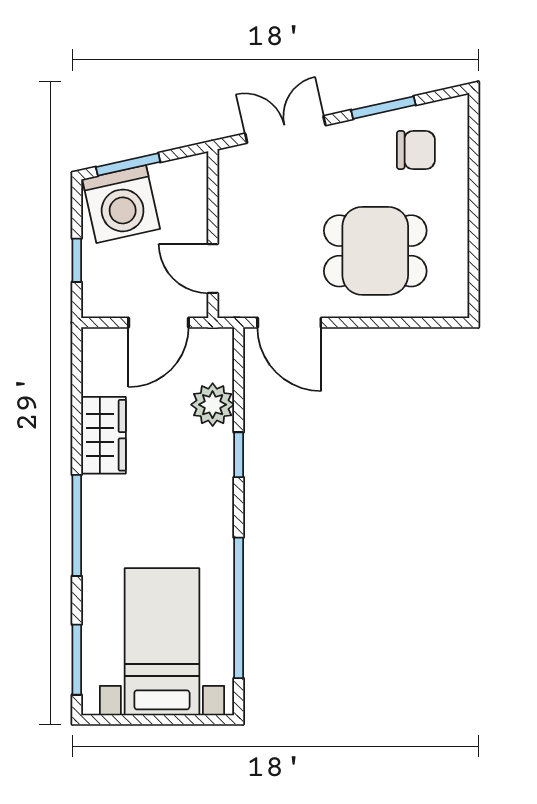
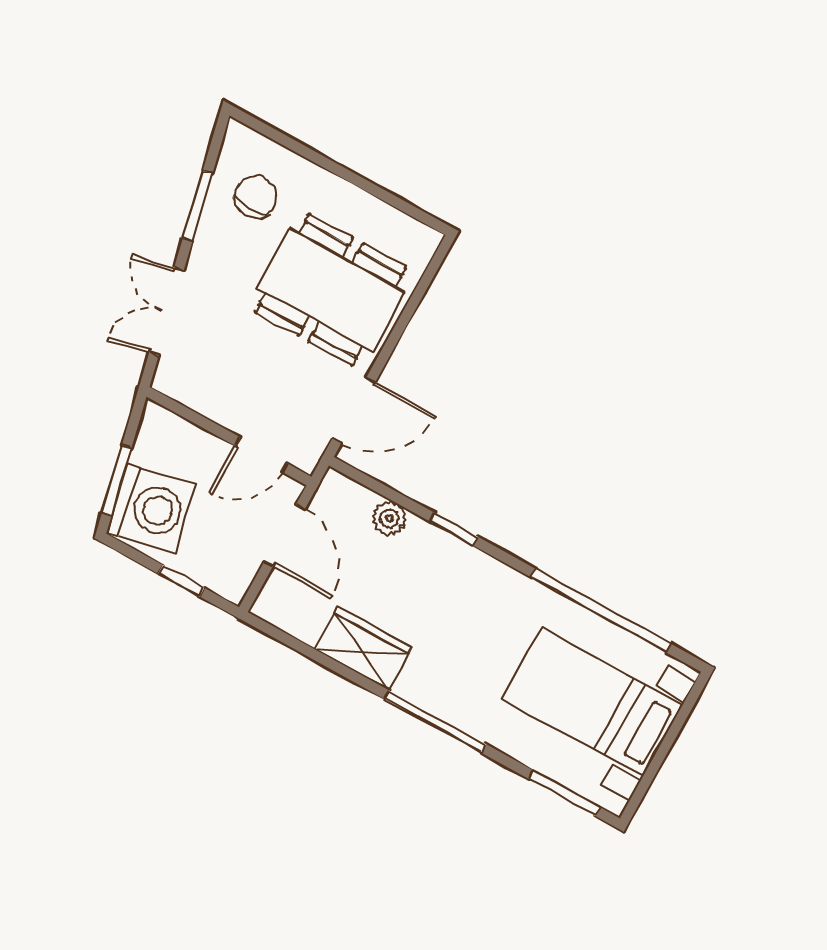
dining table: (375, 251) -> (331, 290), width x1.38
plant: (213, 405) -> (389, 519), width x0.73, depth x0.73

